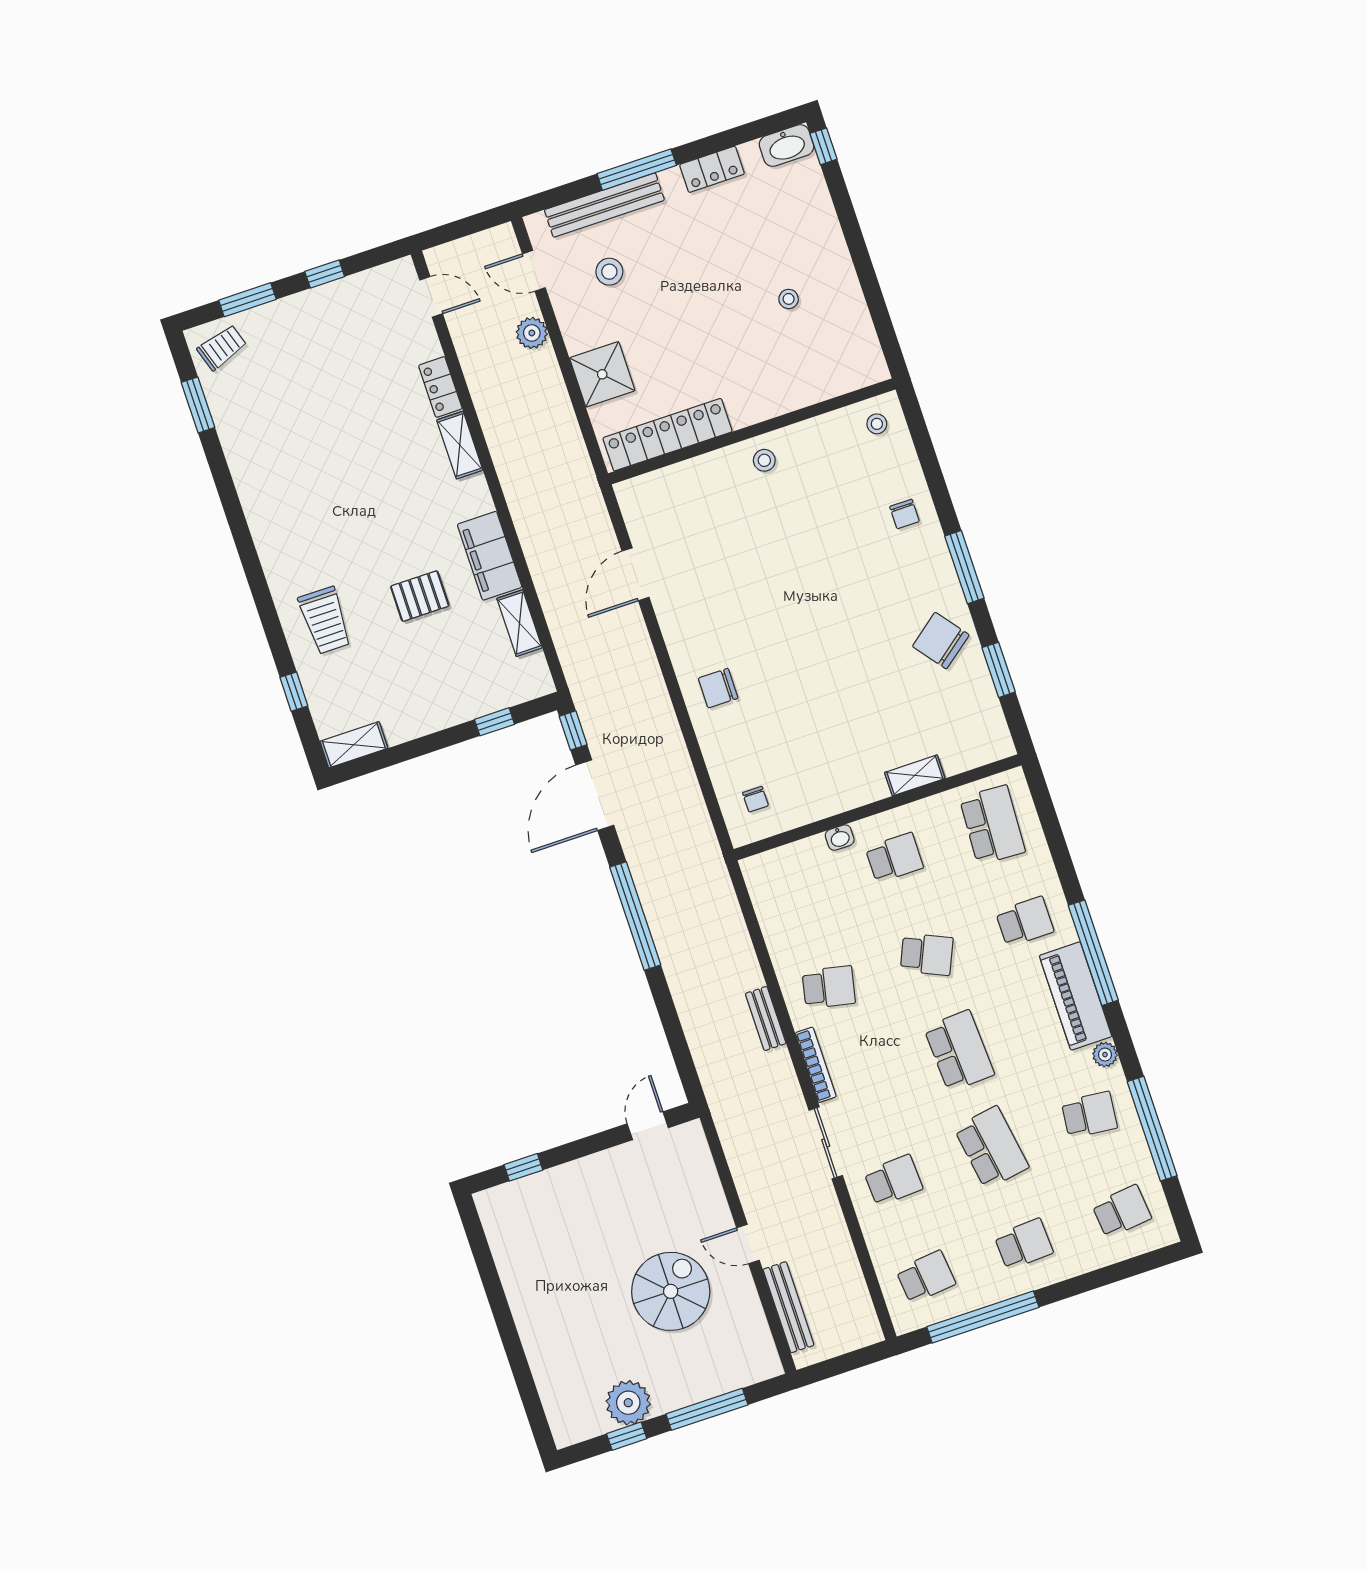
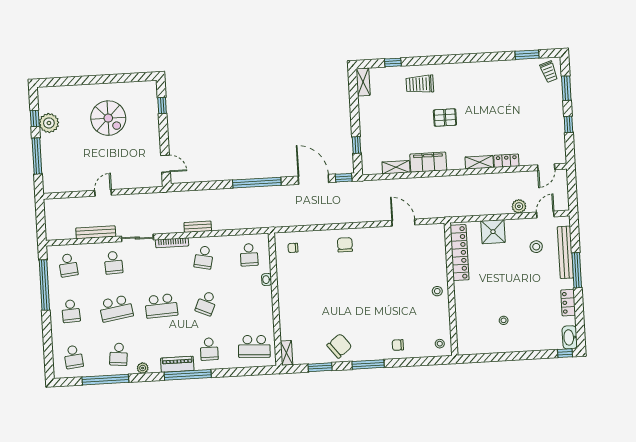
pallet: (420, 596) -> (445, 118), moved, turned 90
shelving: (915, 775) -> (287, 353), moved
school desk: (894, 858) -> (249, 255), moved
piano: (1076, 996) -> (177, 364), width x0.73, depth x0.75
spiral stairs: (671, 1291) -> (108, 118), moved
bench: (788, 1307) -> (96, 232), moved

